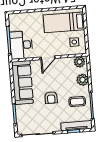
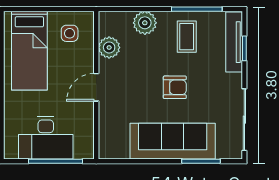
desk: (21, 45) -> (46, 138), moved
door: (48, 58) -> (96, 87), swing flipped
plant: (80, 62) -> (109, 47), moved
sofa: (22, 82) -> (173, 141), moved

